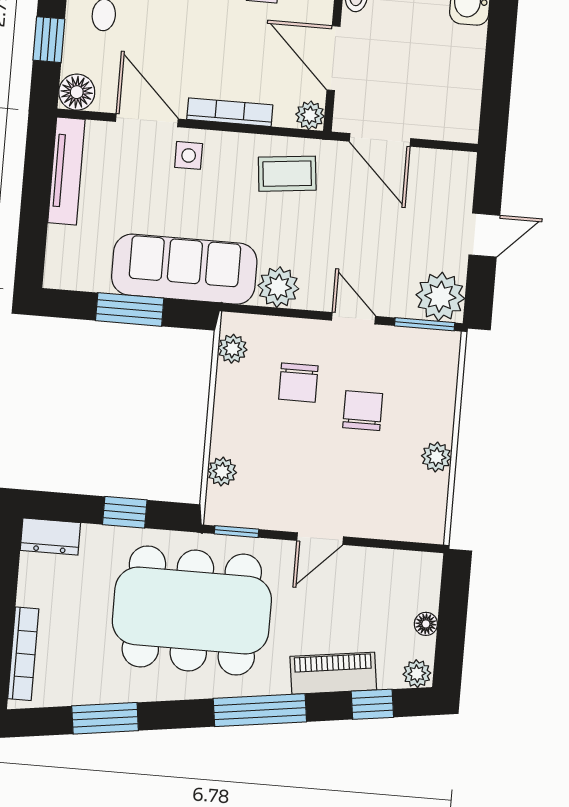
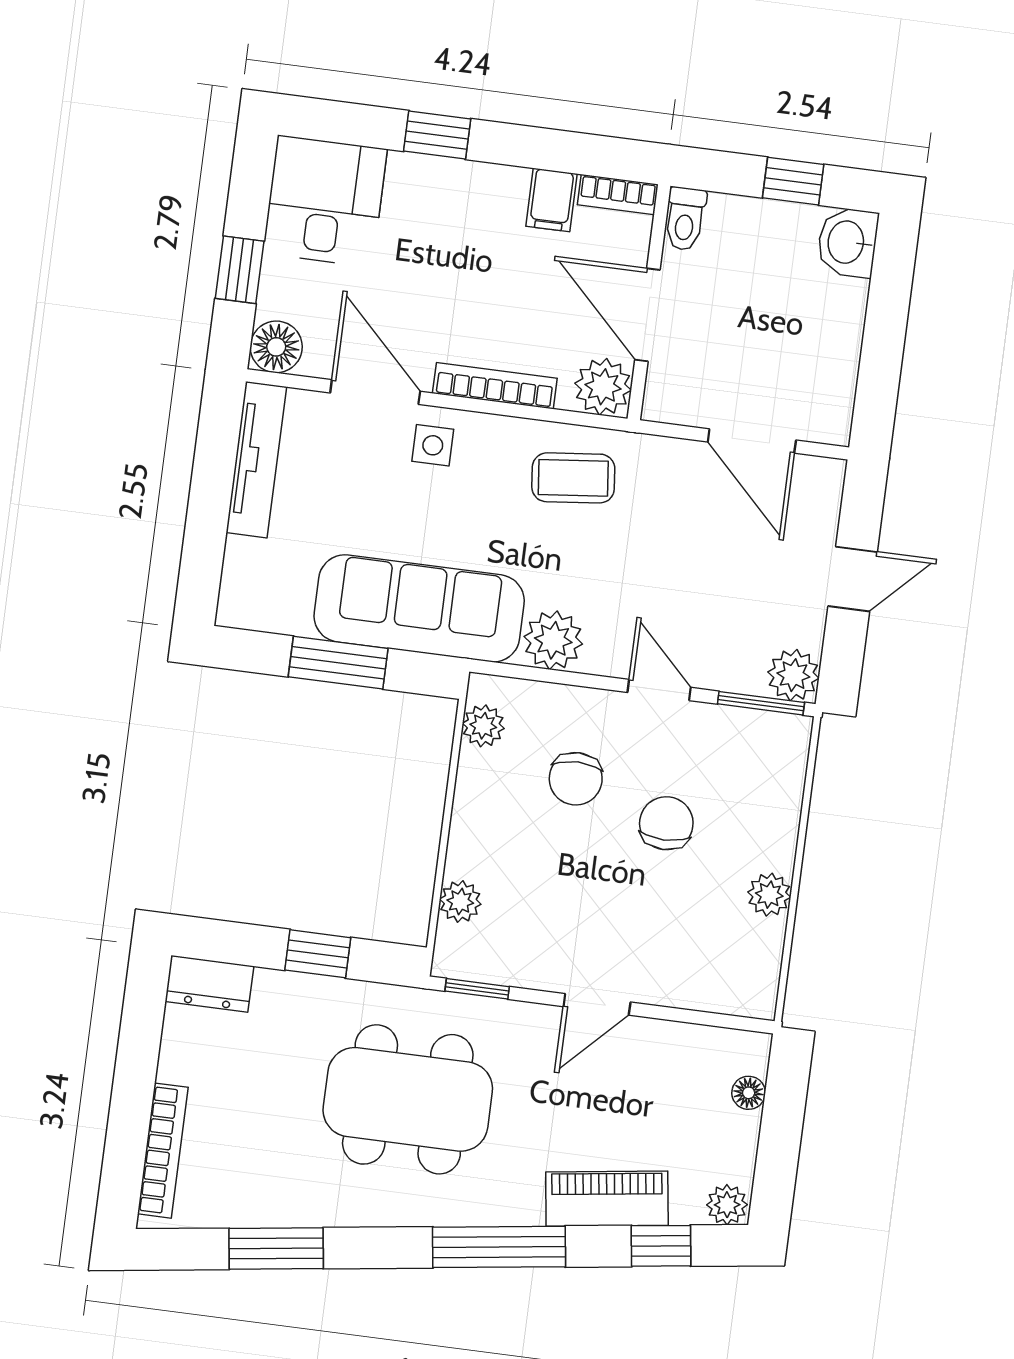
plant: (310, 115) -> (603, 387), width x1.38, depth x1.38
door: (380, 140) -> (752, 441), moved
plant: (440, 297) -> (793, 675), width x0.73, depth x0.73
dining table: (192, 611) -> (408, 1099), width x0.73, depth x0.80
floor lamp: (426, 624) -> (749, 1093), moved

